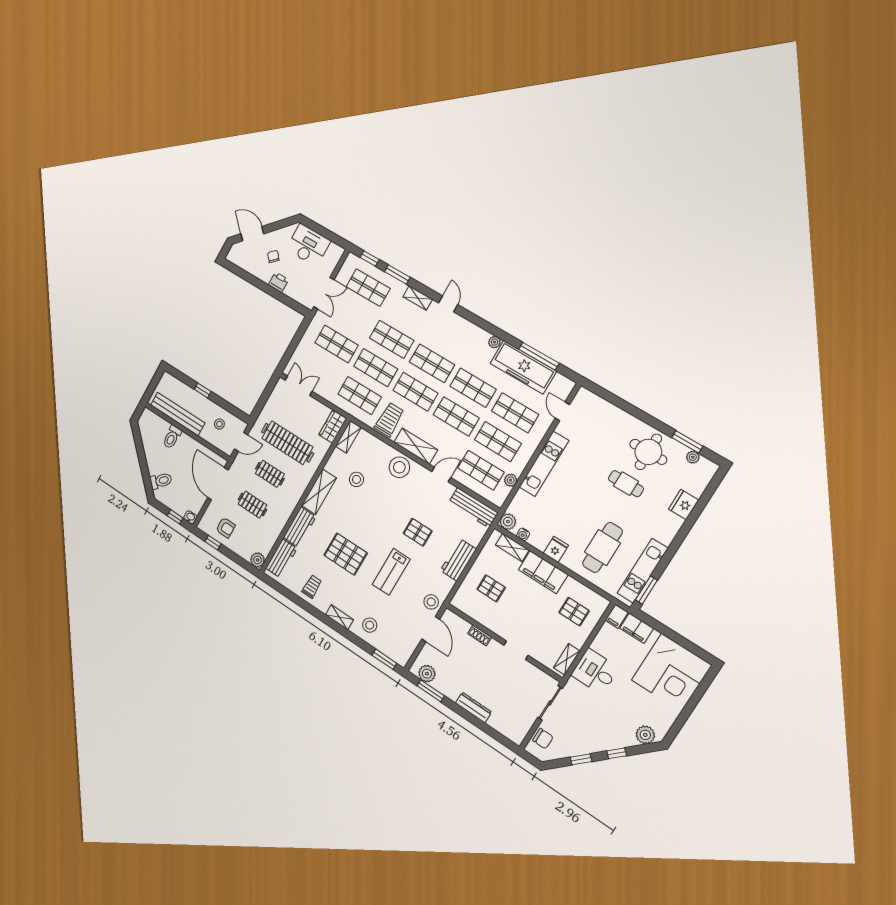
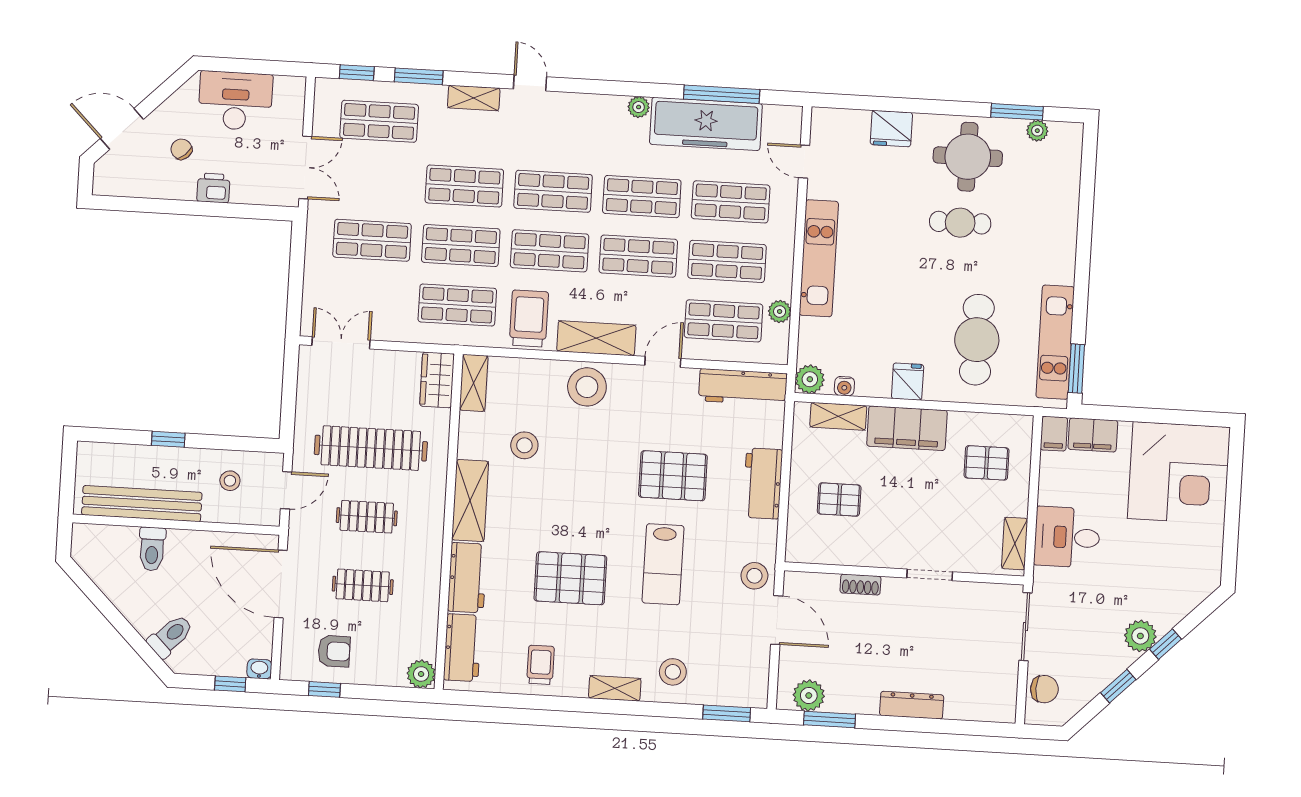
fridge: (684, 505) -> (891, 129), moved, turned -90
pallet: (418, 532) -> (673, 476), width x1.50, depth x1.42
plant: (645, 735) -> (1140, 636), moved

